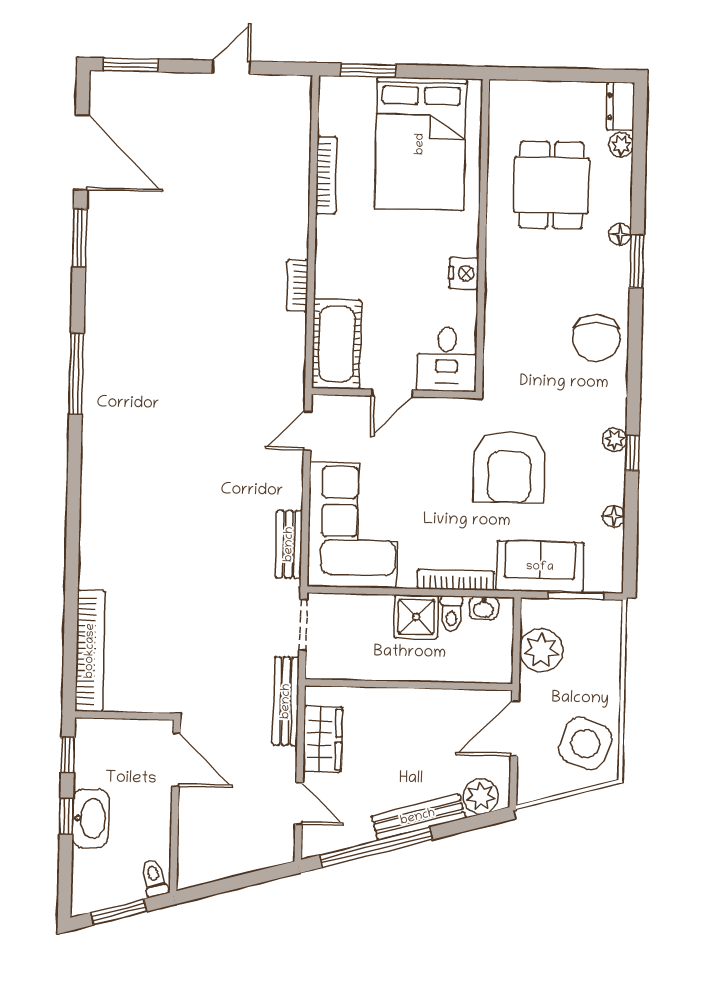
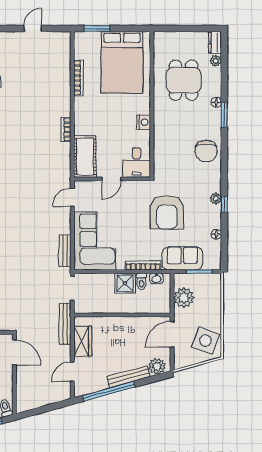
door: (299, 803) -> (72, 372), swing flipped

